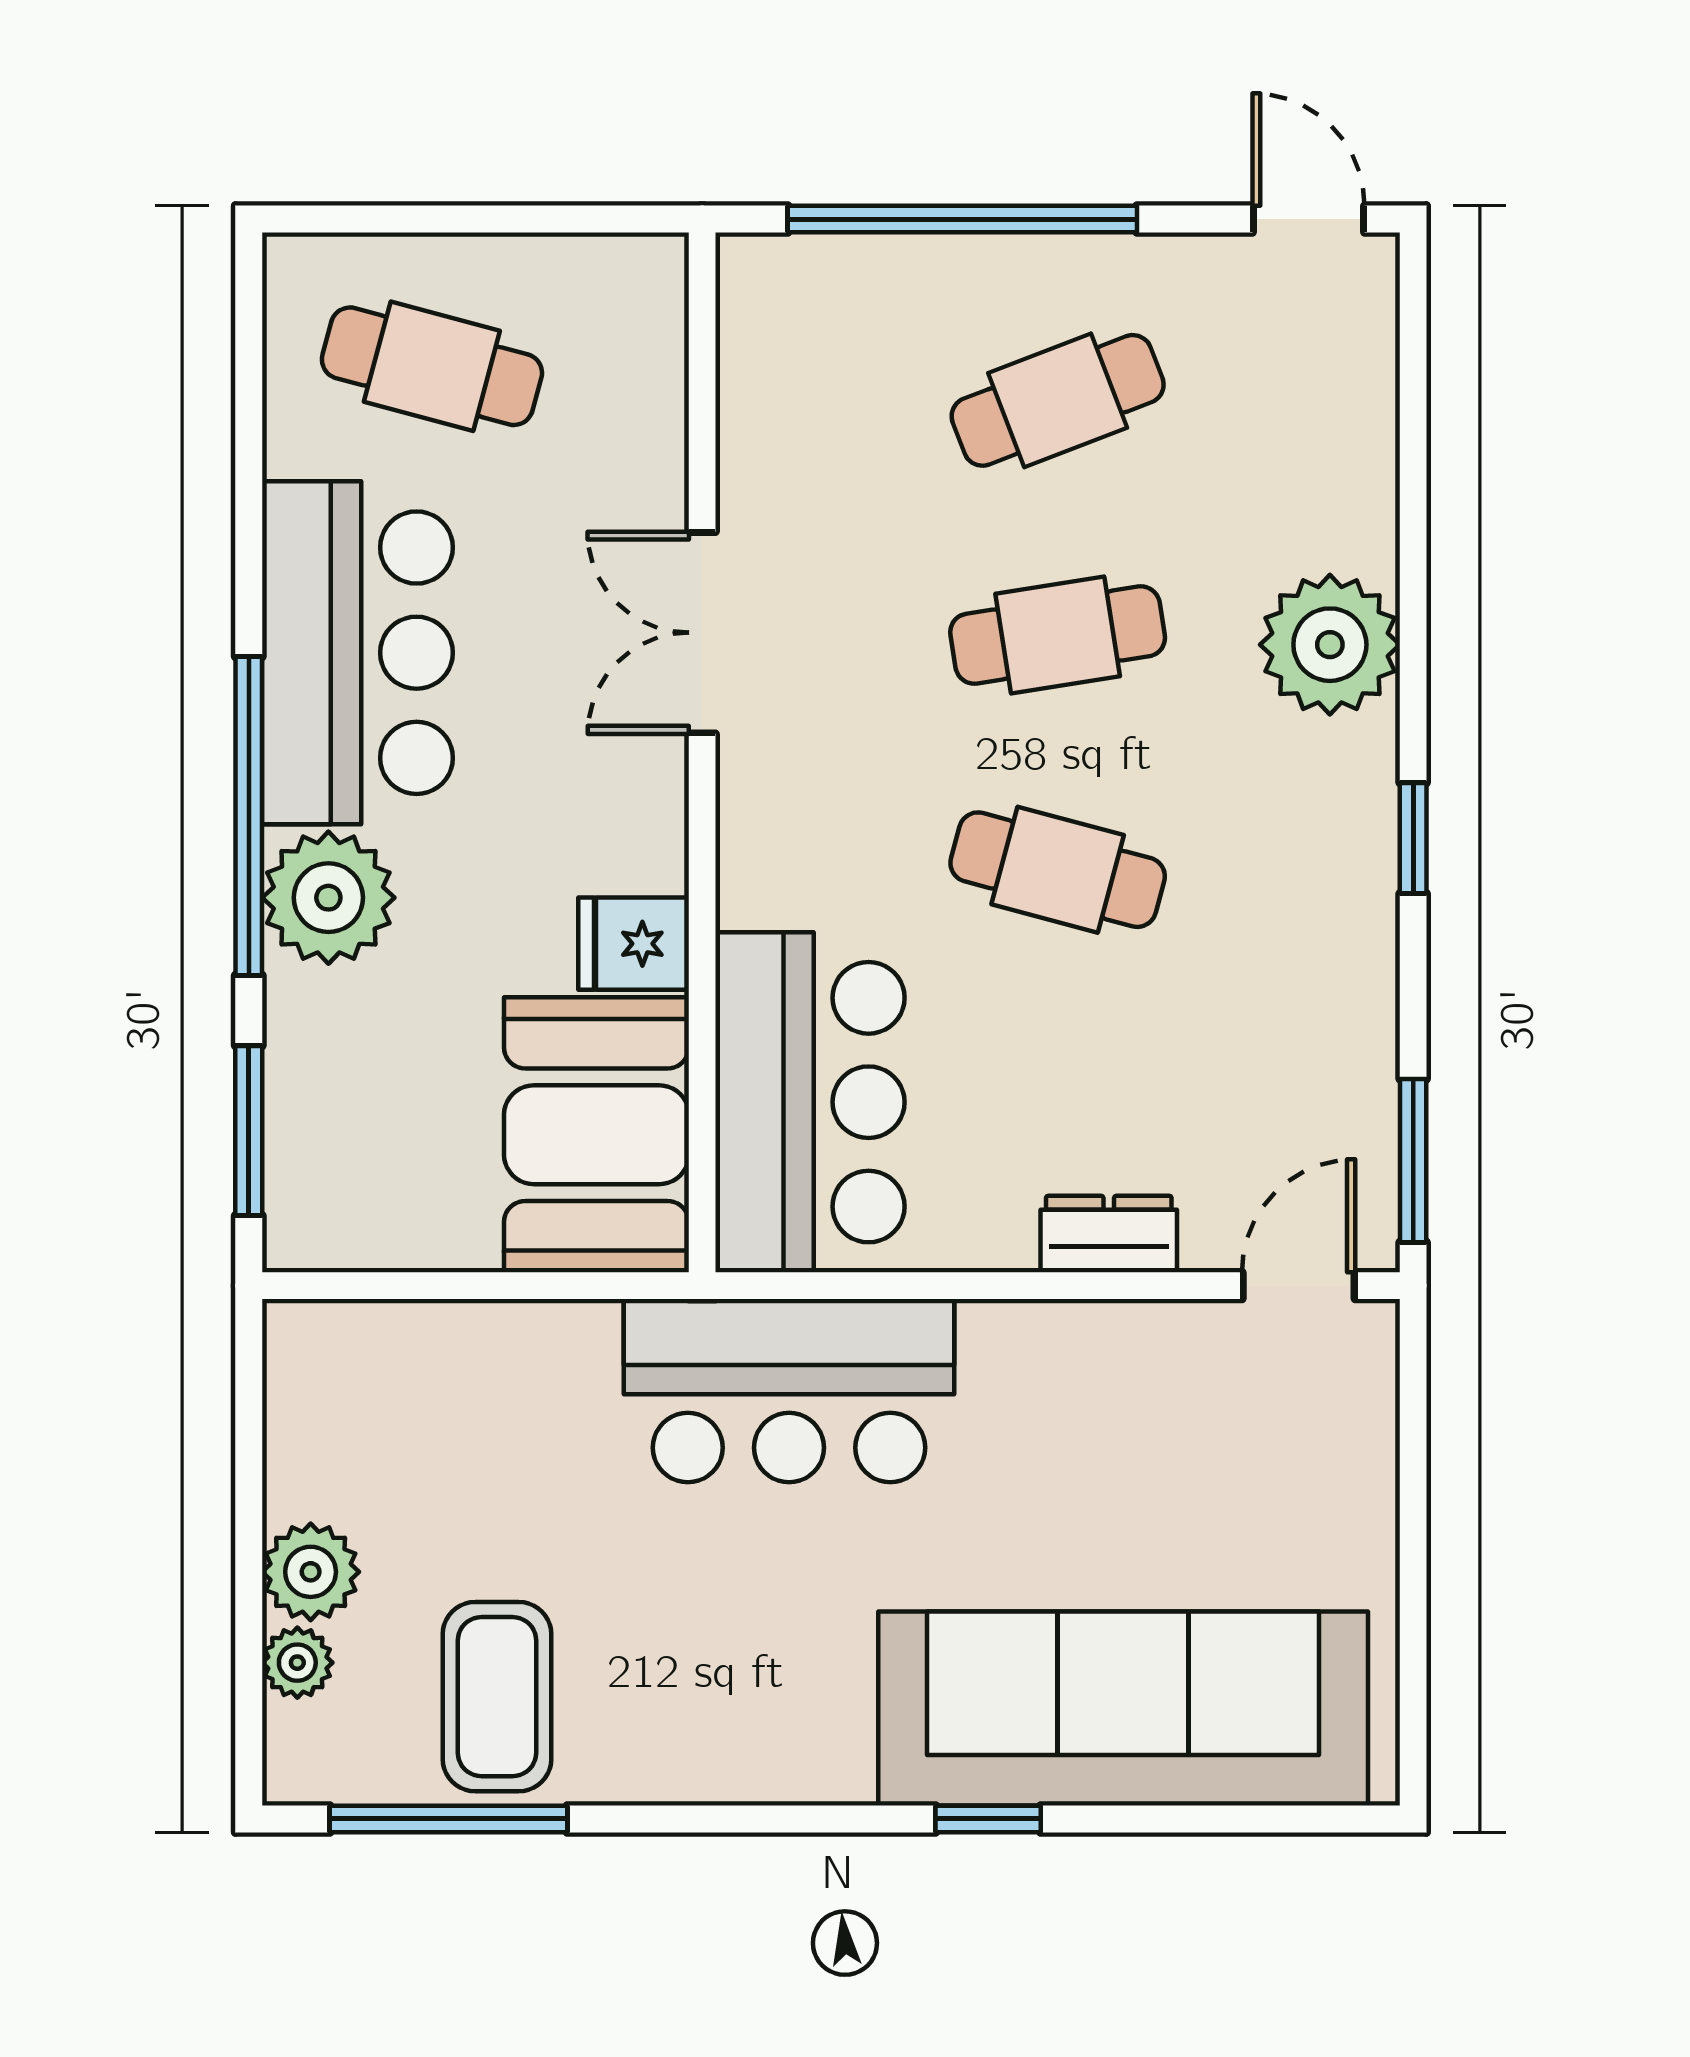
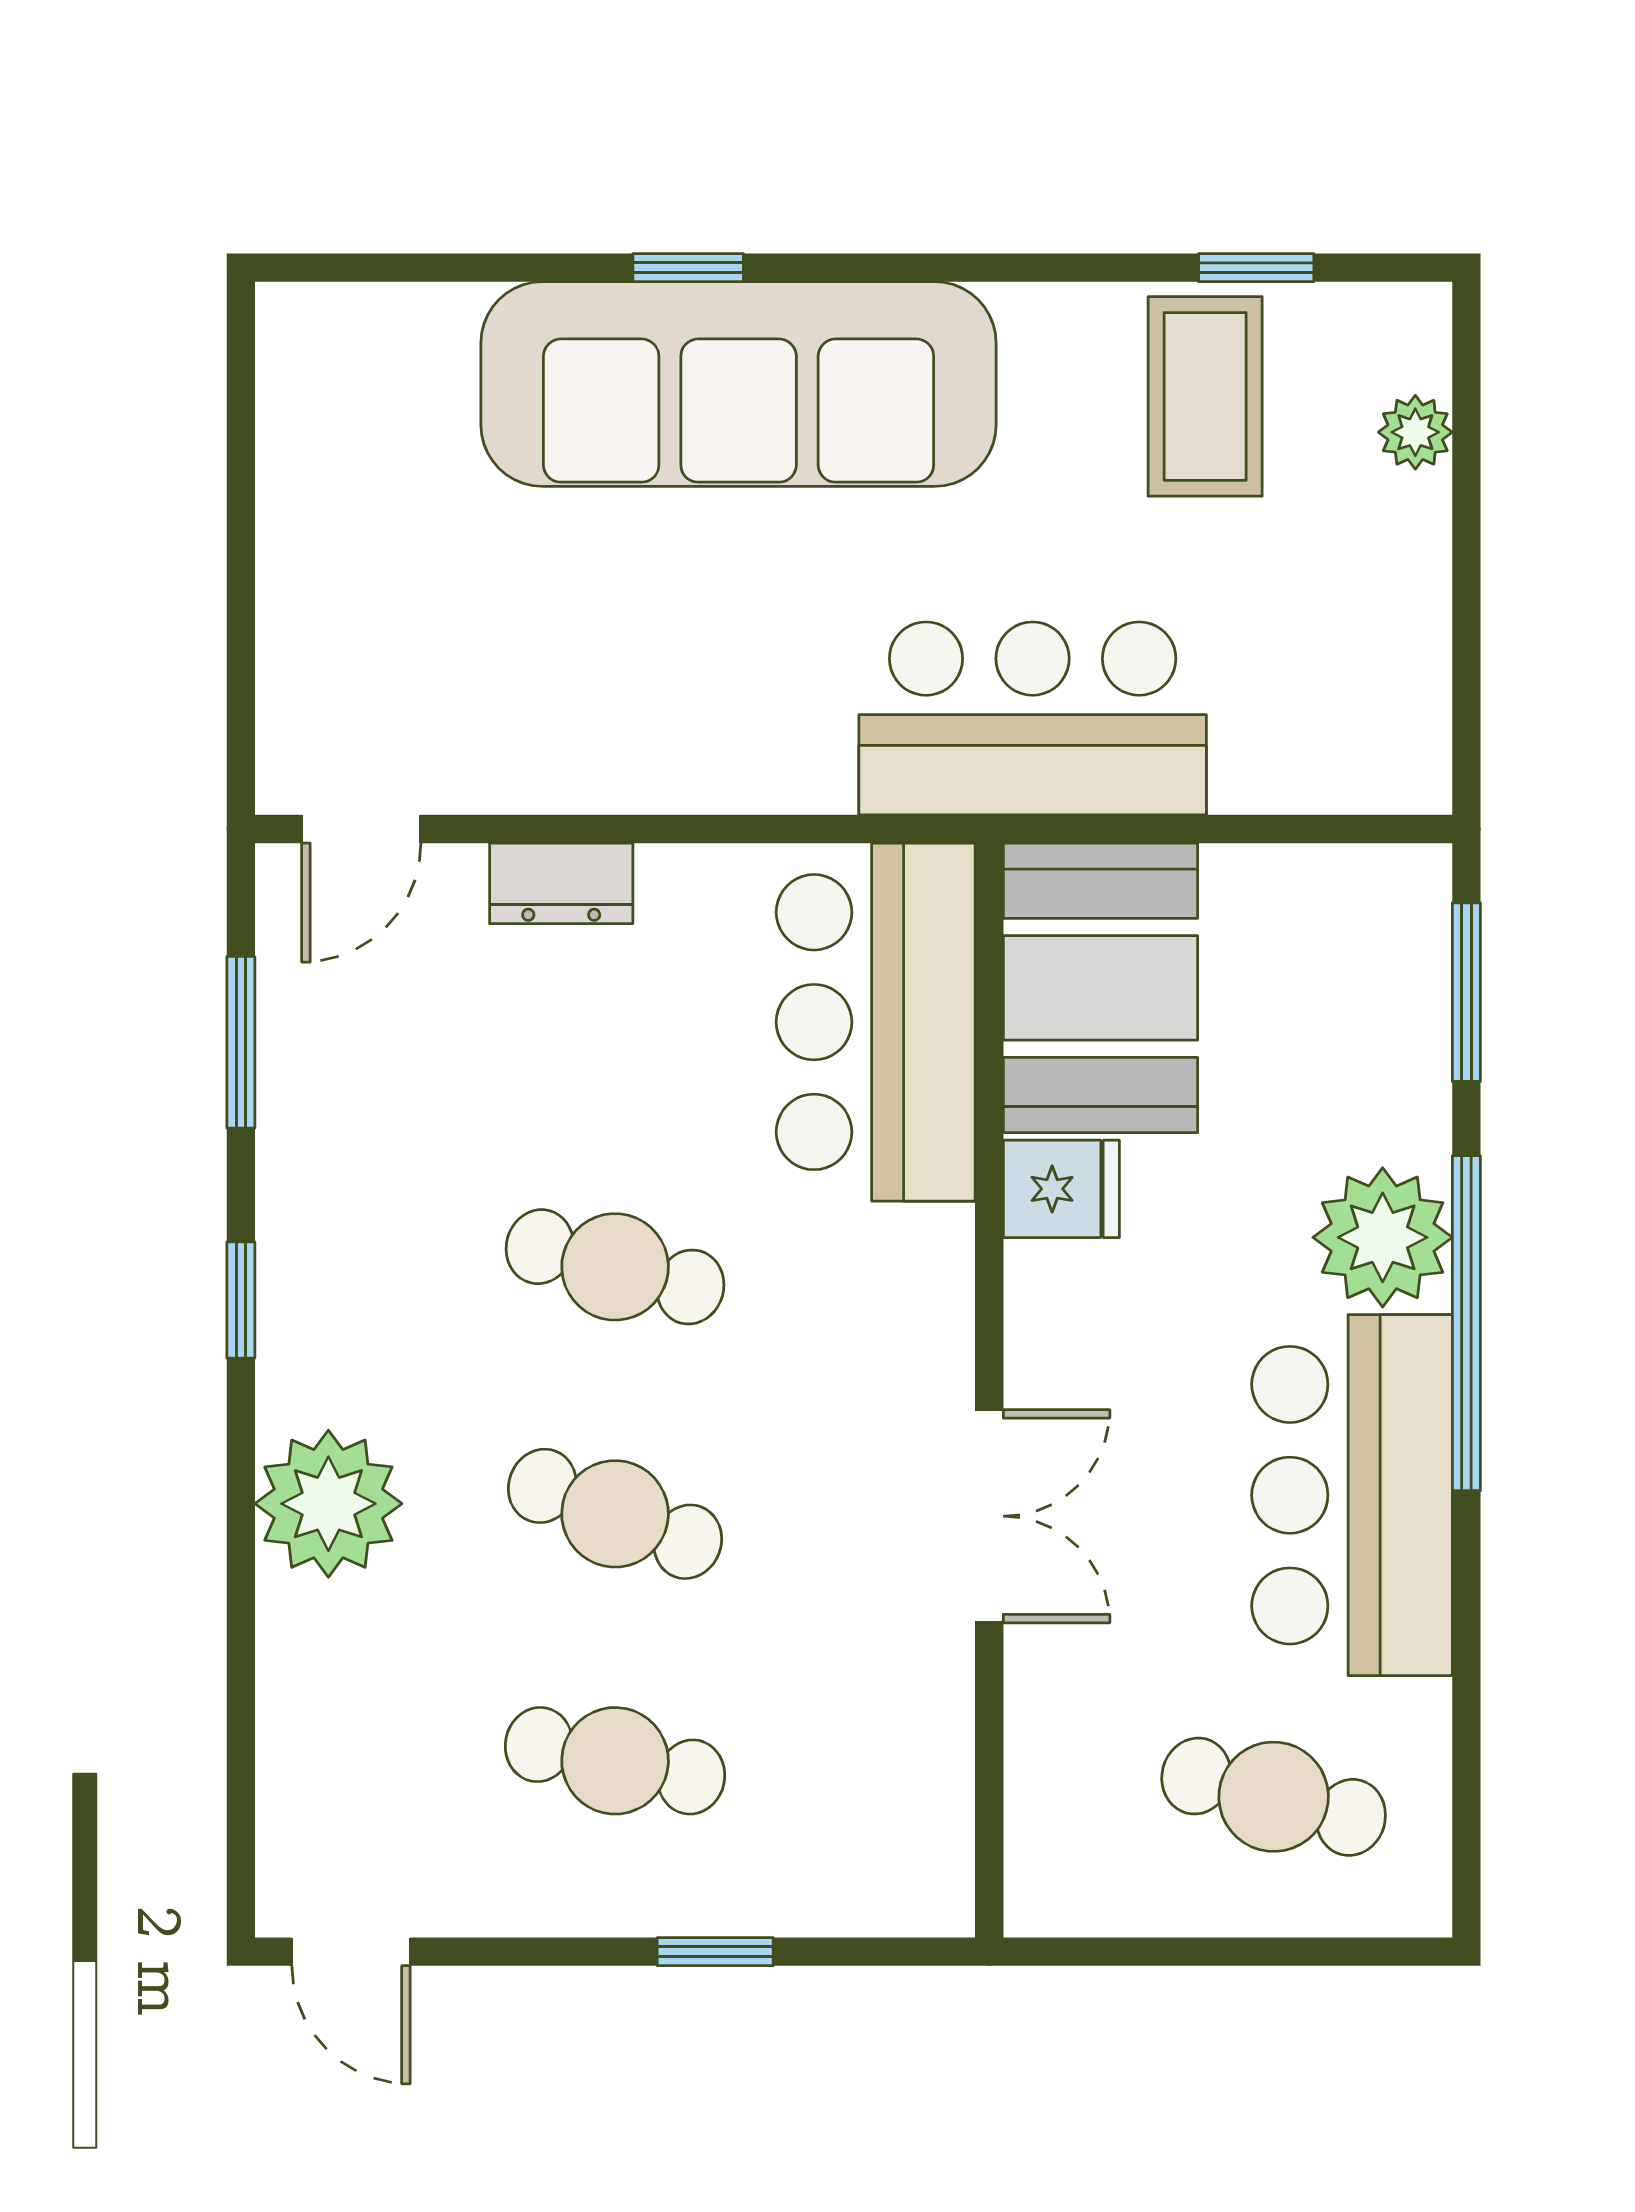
window: (962, 219) -> (715, 1952), width x0.32
cafe table: (1058, 400) -> (615, 1761), turned 33
cafe table: (1058, 635) -> (615, 1514), turned 30
window: (1413, 1161) -> (241, 1042), moved
bar counter: (789, 1391) -> (1033, 718), moved
plant: (311, 1572) -> (1401, 528), removed
sofa: (1123, 1708) -> (739, 384), moved
window: (448, 1819) -> (1256, 268), width x0.46

